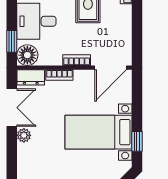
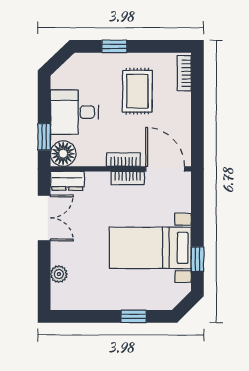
door: (111, 68) -> (165, 169), swing flipped
bookcase: (59, 75) -> (128, 178), moved
plant: (24, 135) -> (59, 274), moved

